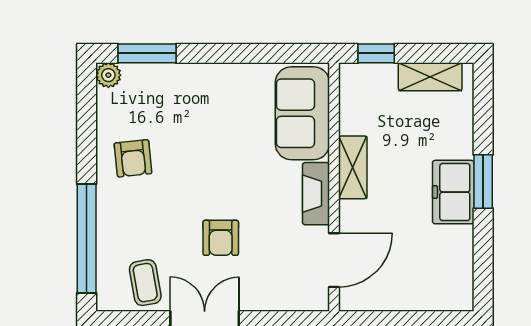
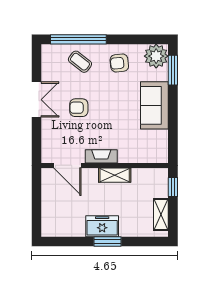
plant: (108, 75) -> (156, 56), width x1.87, depth x1.87
sofa: (302, 113) -> (154, 105), moved, turned -90
coffee table: (145, 283) -> (80, 62), moved, turned 48

